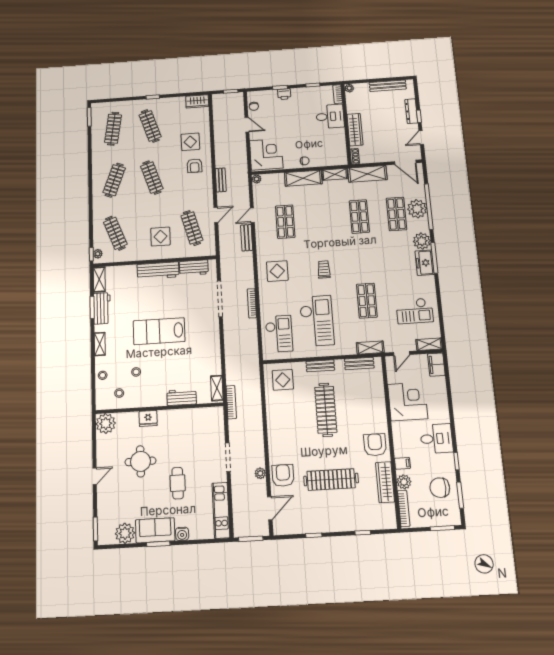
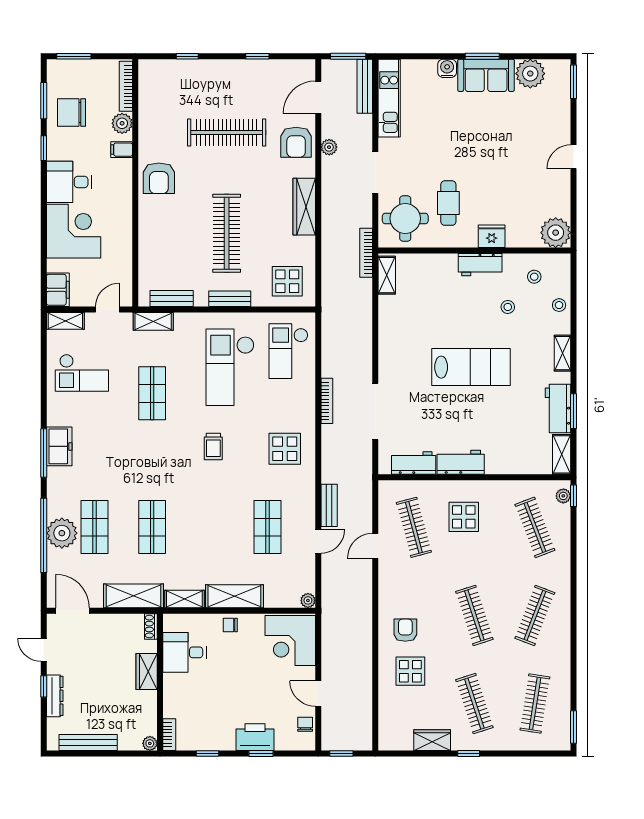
printer: (284, 94) -> (255, 737), width x1.87, depth x1.48
wardrobe: (197, 101) -> (432, 740), moved
desk: (330, 116) -> (184, 652), moved
wardrobe: (355, 130) -> (147, 671), width x0.67
door: (421, 138) -> (44, 650), swing flipped
bench: (221, 180) -> (365, 86), moved, width x1.36
plant: (422, 241) -> (60, 481), removed
workbench: (158, 271) -> (461, 462), width x0.73
checkout: (415, 311) -> (82, 373), turned 180
workbench: (182, 397) -> (480, 265), moved
corner desk: (408, 401) -> (74, 231), moved, turned 180
round table: (140, 461) -> (405, 219), moved
wardrobe: (385, 482) -> (304, 207), moved, turned 180
cafe table: (178, 483) -> (448, 203), moved
chair: (440, 488) -> (72, 112), turned 180

